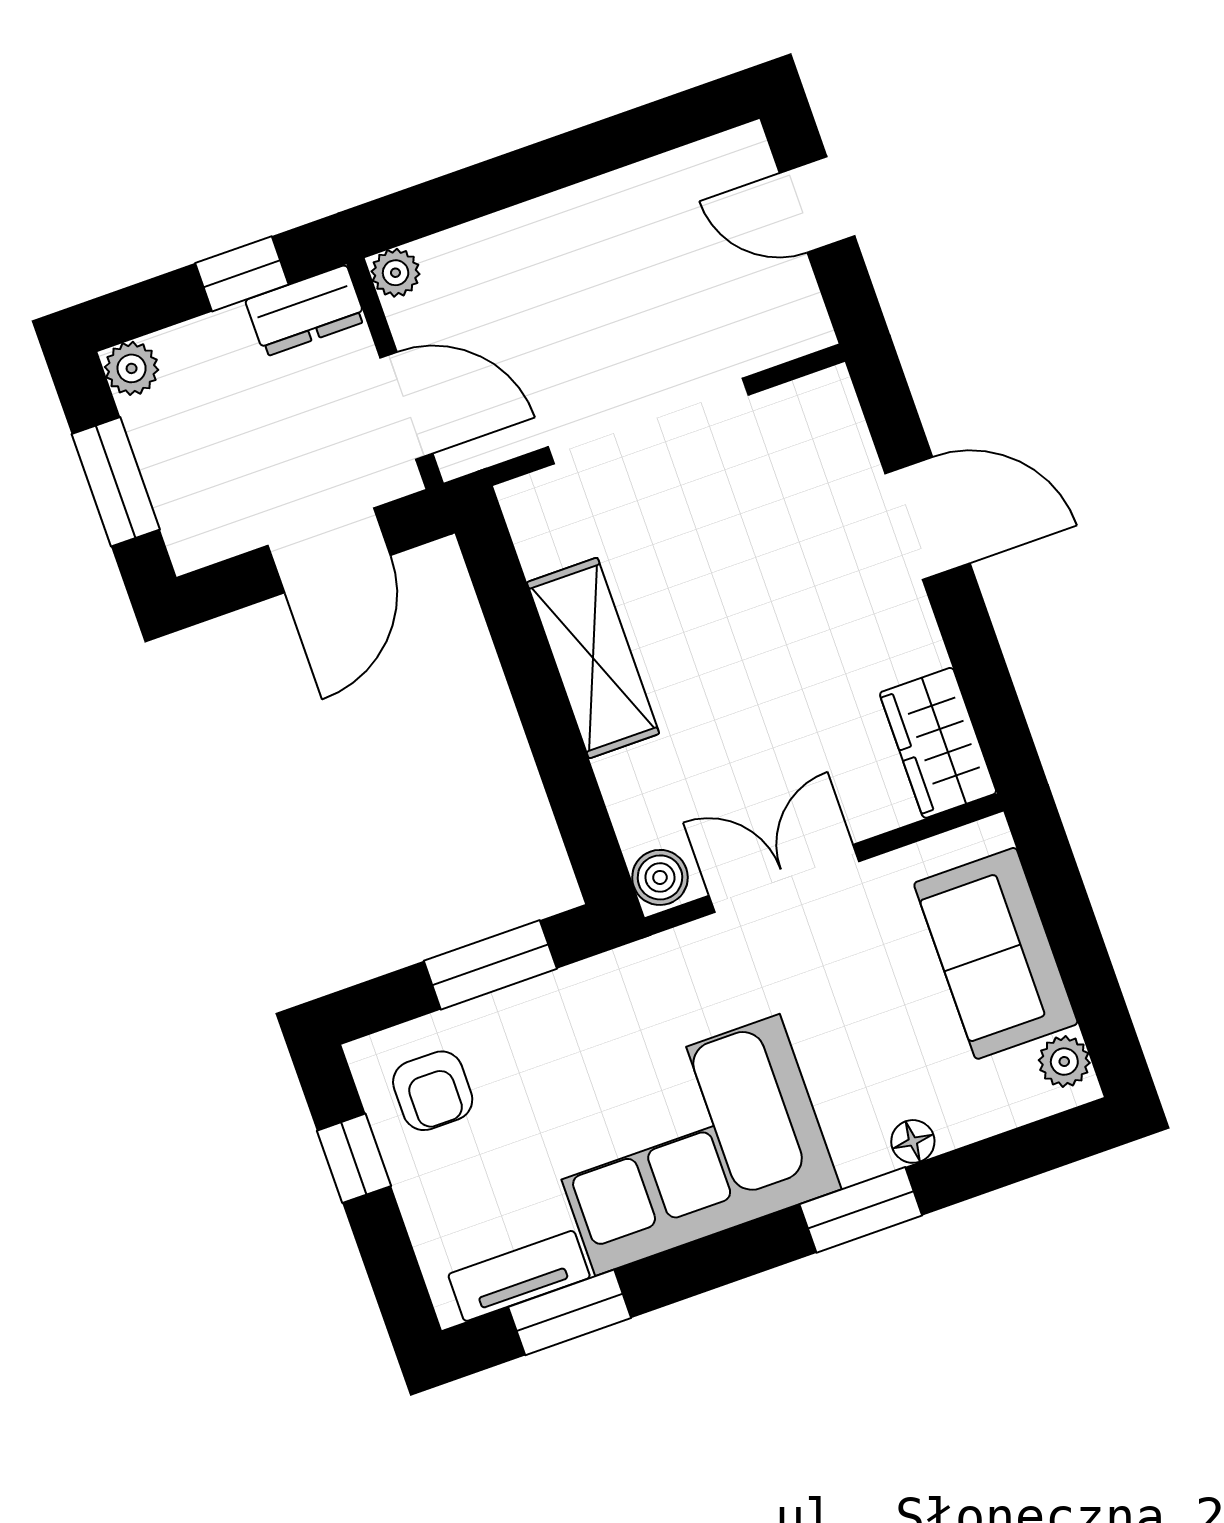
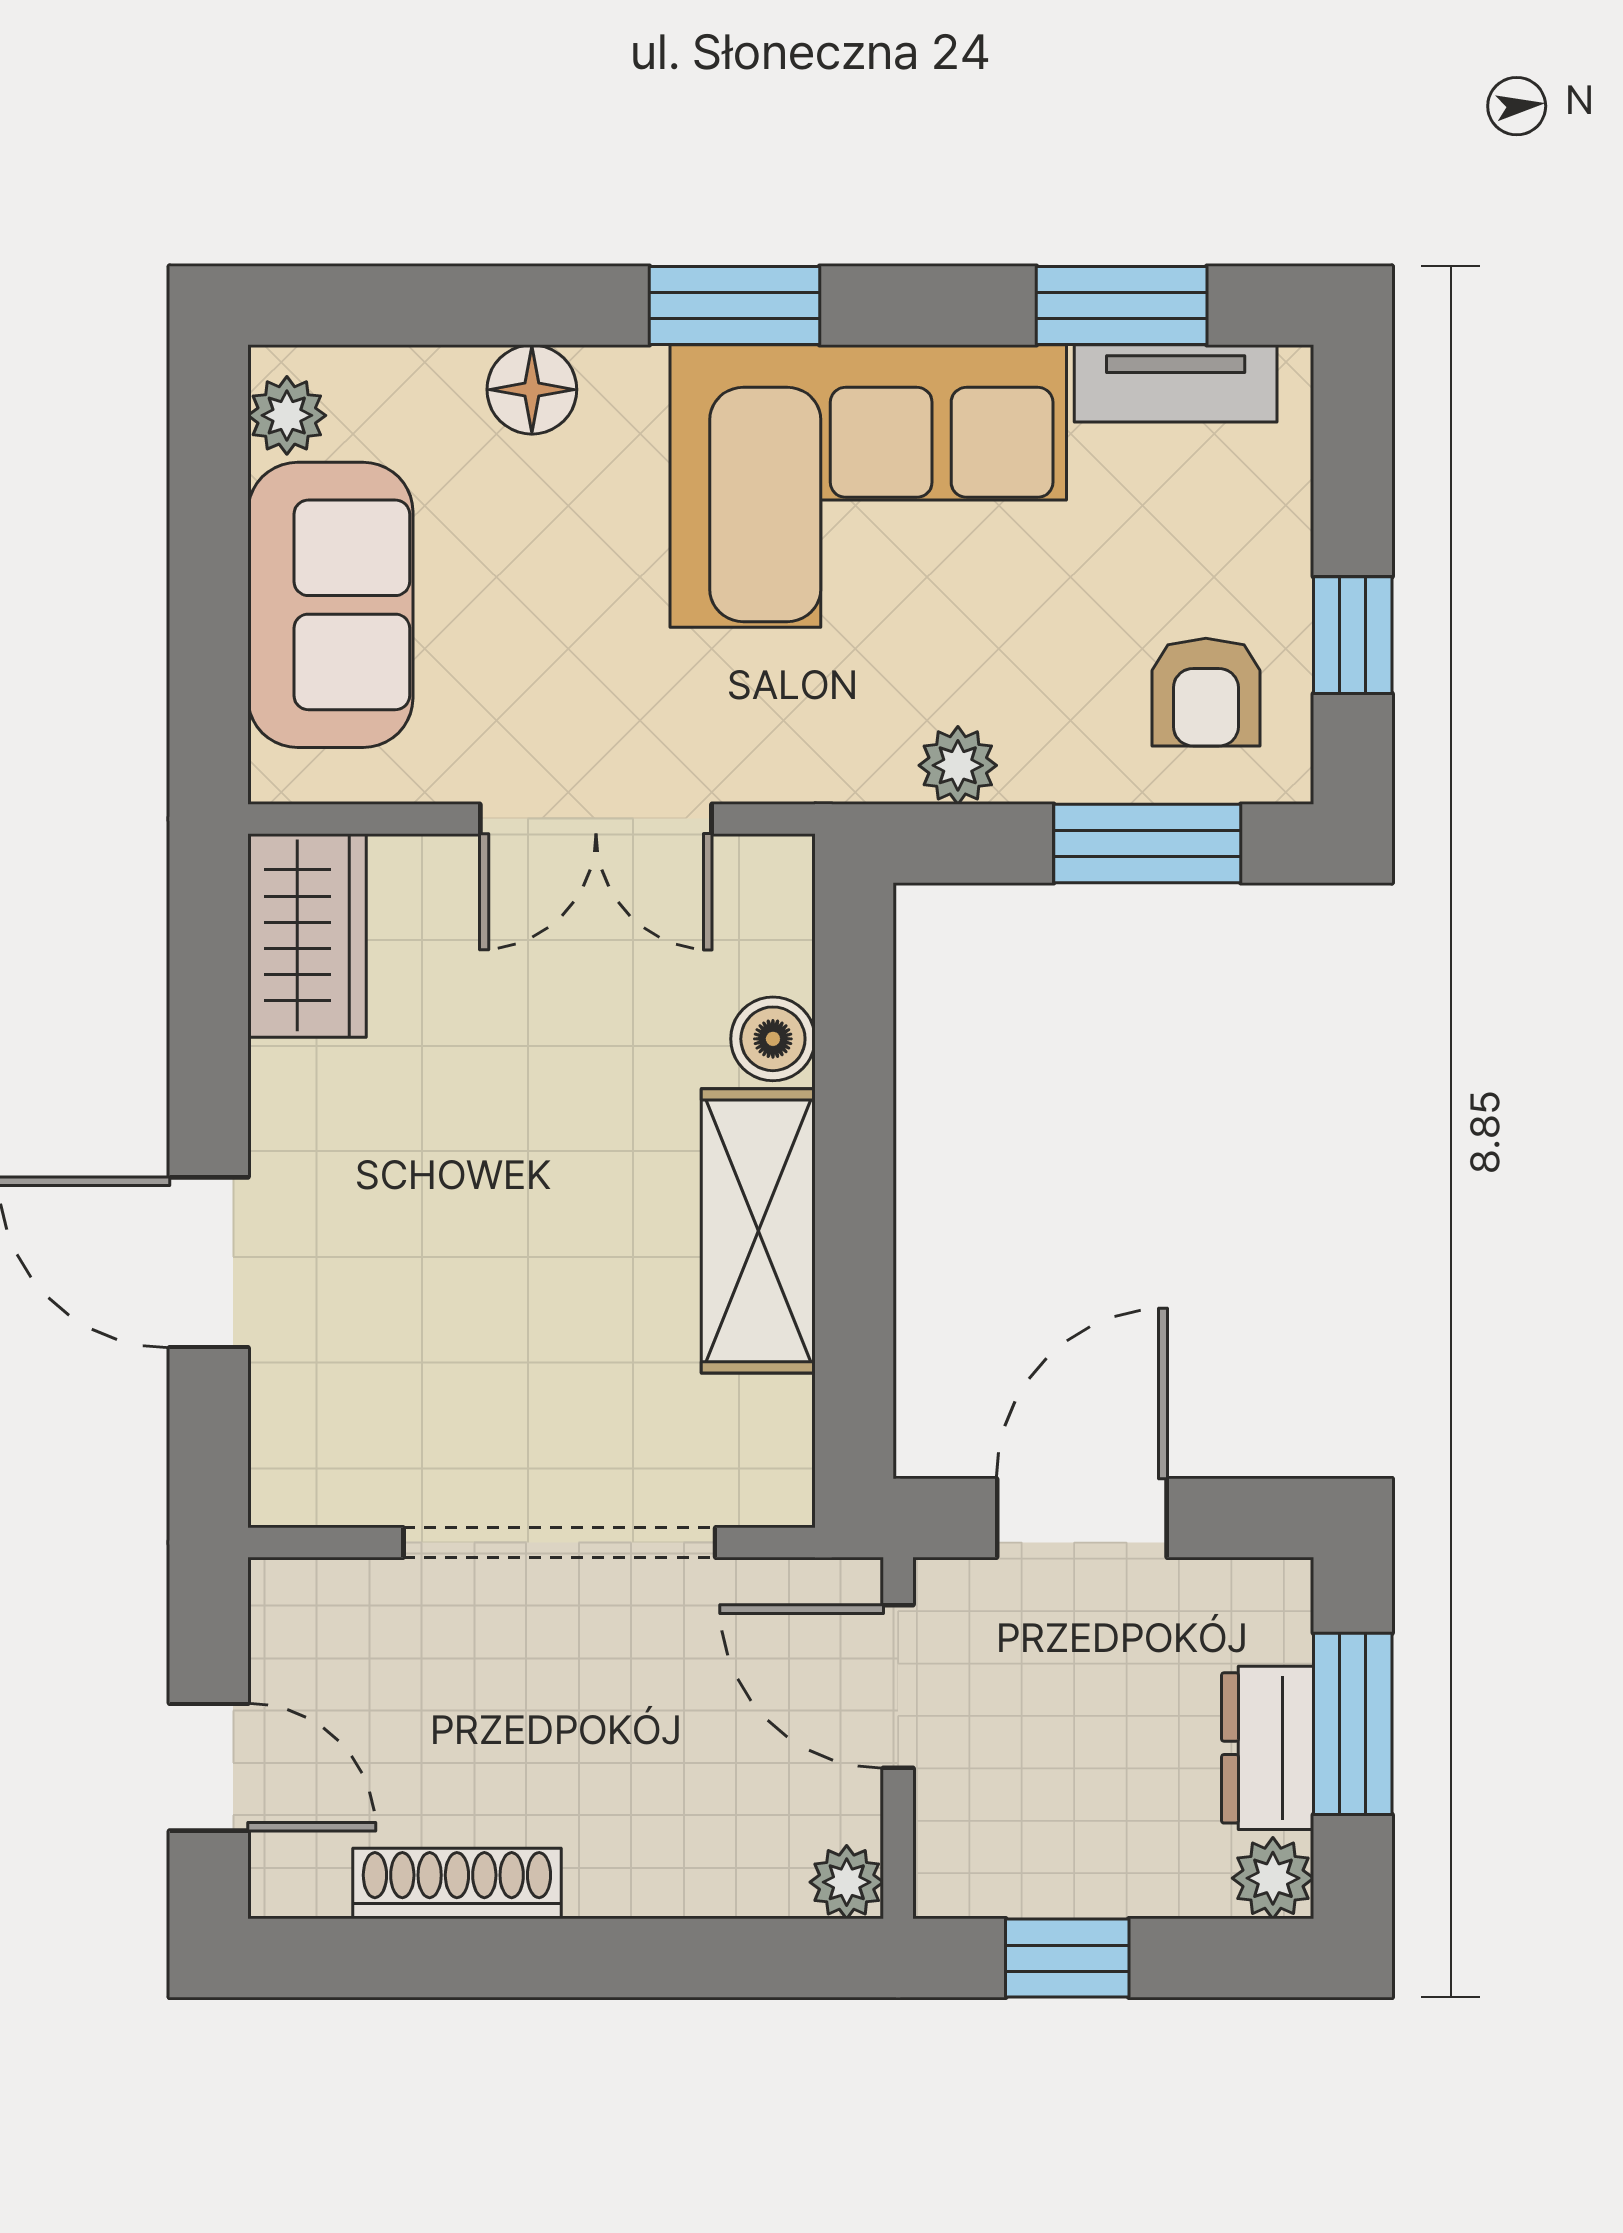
shoe rack: (637, 187) -> (457, 1884), added
dresser: (306, 311) -> (1268, 1748), moved, turned -90
boiler: (660, 877) -> (773, 1039), moved
window: (490, 965) -> (1147, 843), moved
plant: (571, 991) -> (958, 765), added
armchair: (433, 1091) -> (1206, 692), turned 180
floor lamp: (913, 1141) -> (532, 390), width x1.37, depth x1.37
window: (861, 1210) -> (734, 306), moved

